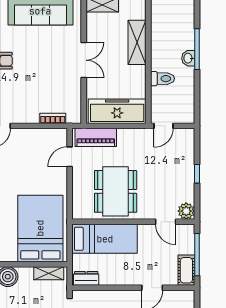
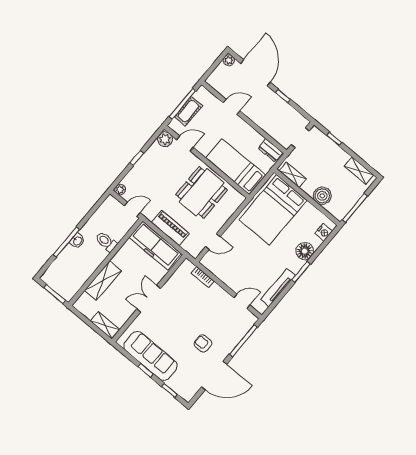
plant: (189, 134) -> (120, 190), added
piano: (96, 137) -> (170, 228), moved
door: (166, 222) -> (185, 144), hinge flipped
cot: (186, 270) -> (188, 111), moved

